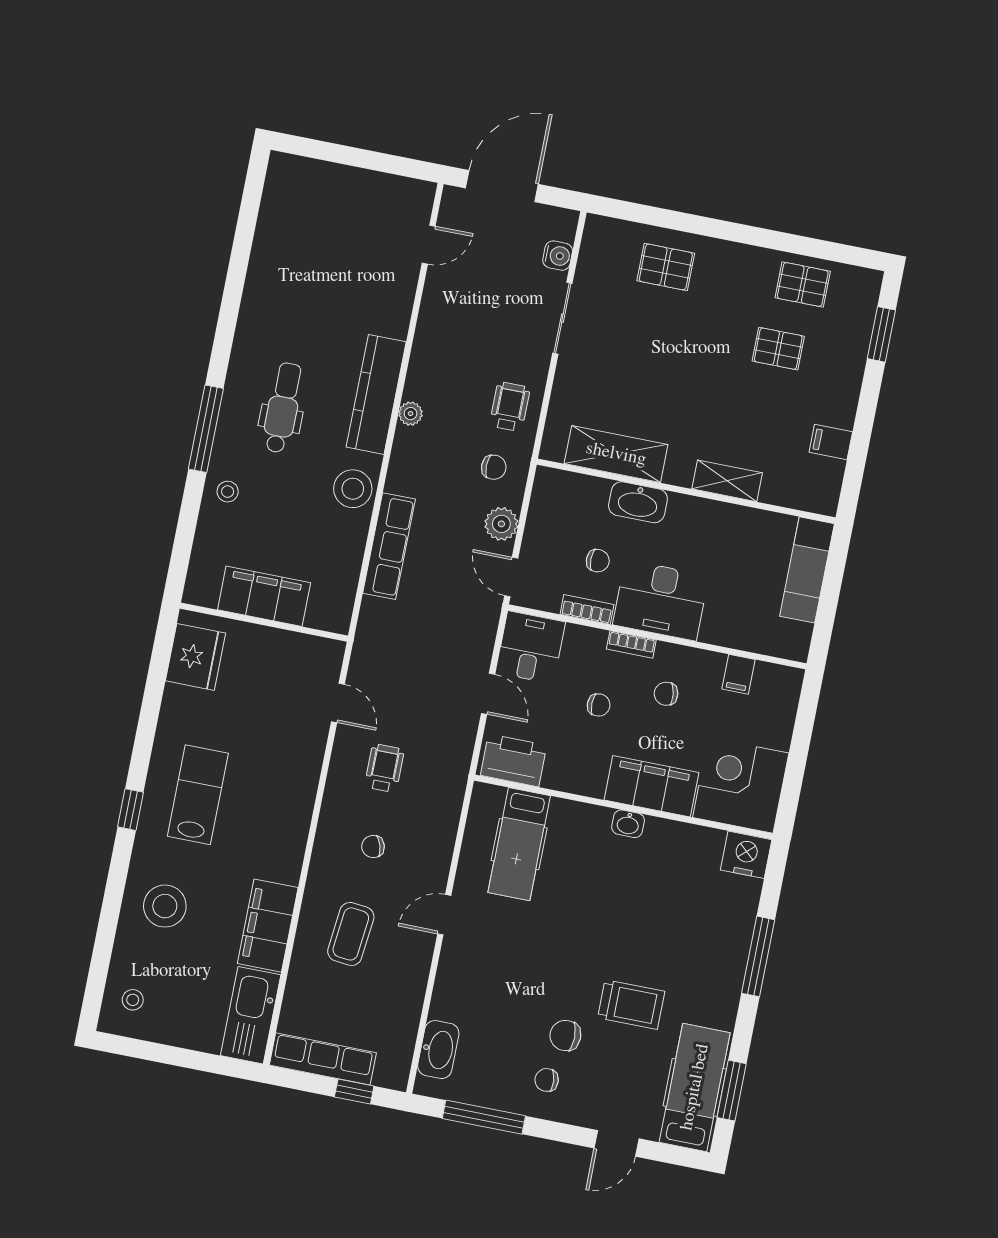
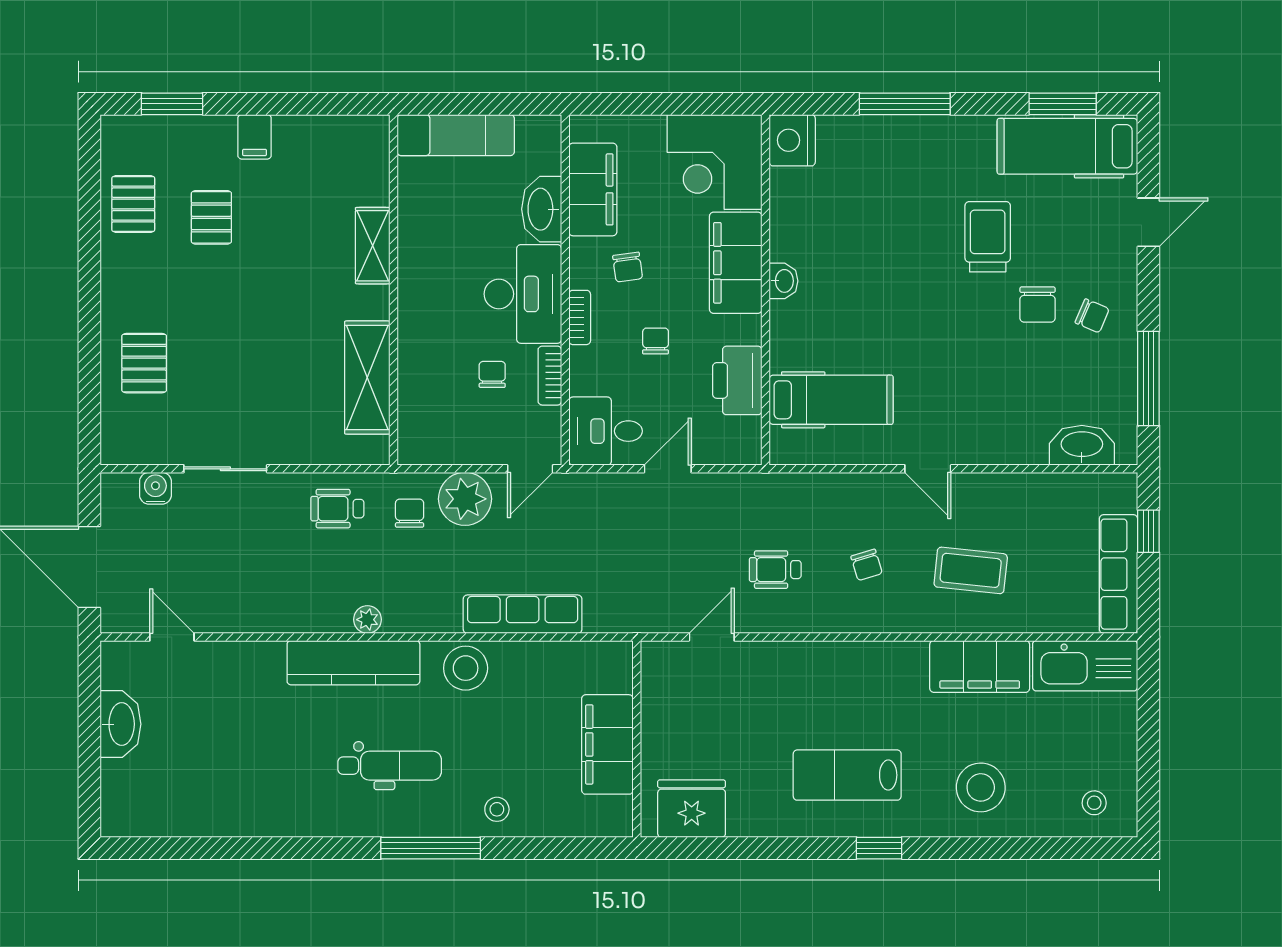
washbasin: (363, 186) -> (120, 724), added
dental chair: (283, 408) -> (390, 766), turned 180
filing cabinet: (831, 442) -> (255, 137), moved
washbasin: (638, 502) -> (542, 209), moved, turned 180
plant: (501, 524) -> (465, 499), width x1.36, depth x1.36
filing cabinet: (738, 674) -> (593, 189), width x3.00, depth x1.17
printer: (514, 760) -> (737, 380), moved
chair: (547, 1080) -> (1092, 316), turned -62
door: (617, 1143) -> (1148, 222), hinge flipped

